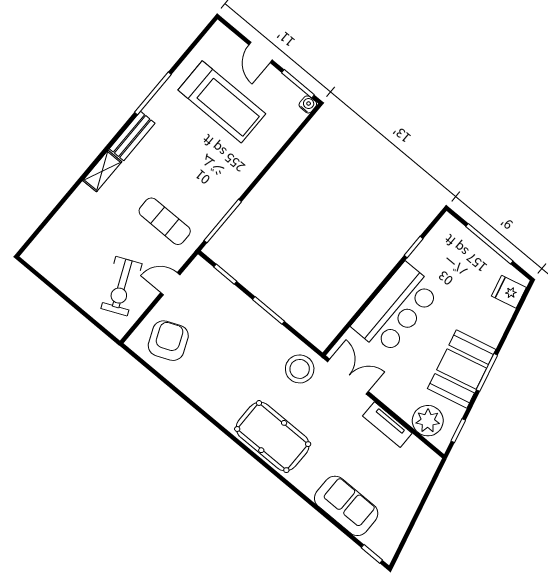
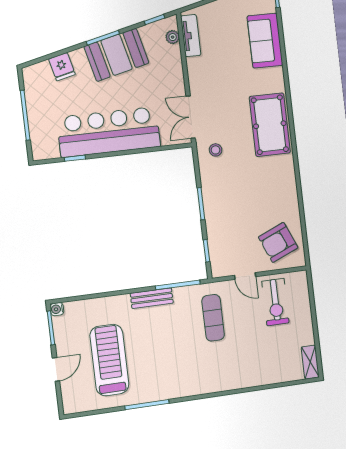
bench: (132, 136) -> (152, 298), moved
shelving: (102, 171) -> (310, 362), moved, turned 90
exercise bike: (122, 286) -> (275, 302), turned 114
fridge: (509, 292) -> (62, 67), moved
bar counter: (396, 309) -> (109, 132), width x1.36
stool: (300, 369) -> (216, 150), width x0.53, depth x0.53
plant: (428, 421) -> (173, 37), width x0.53, depth x0.53
tv unit: (387, 425) -> (191, 36), moved

